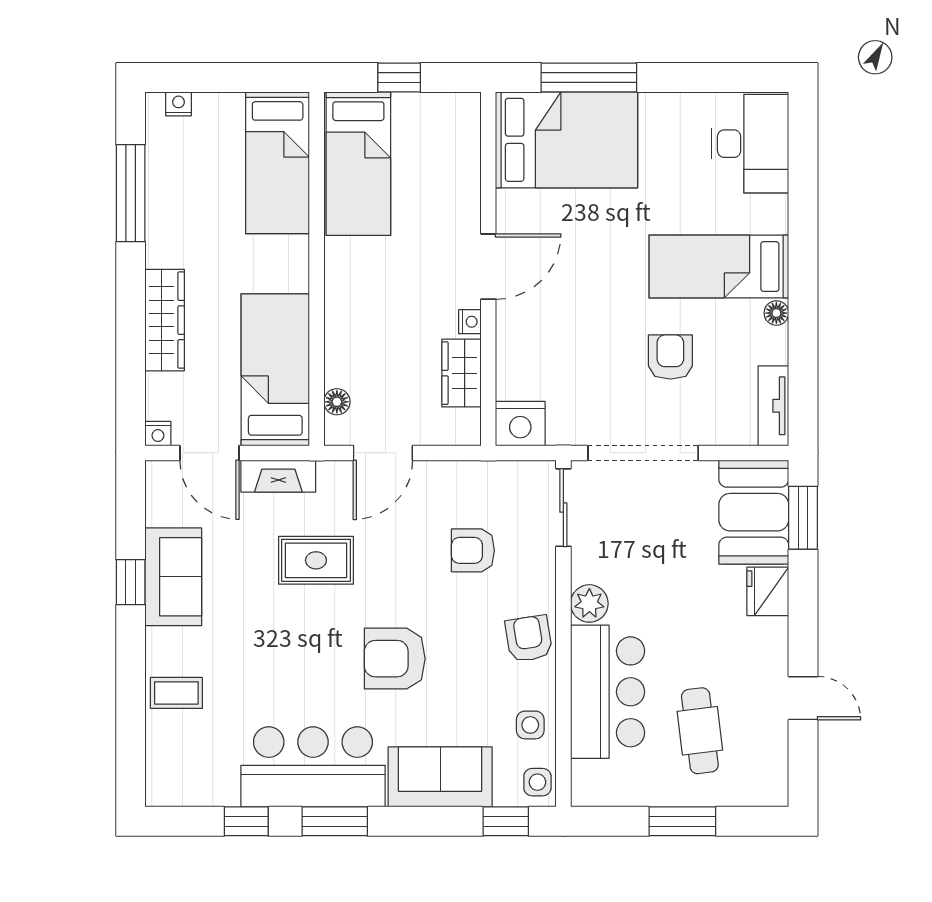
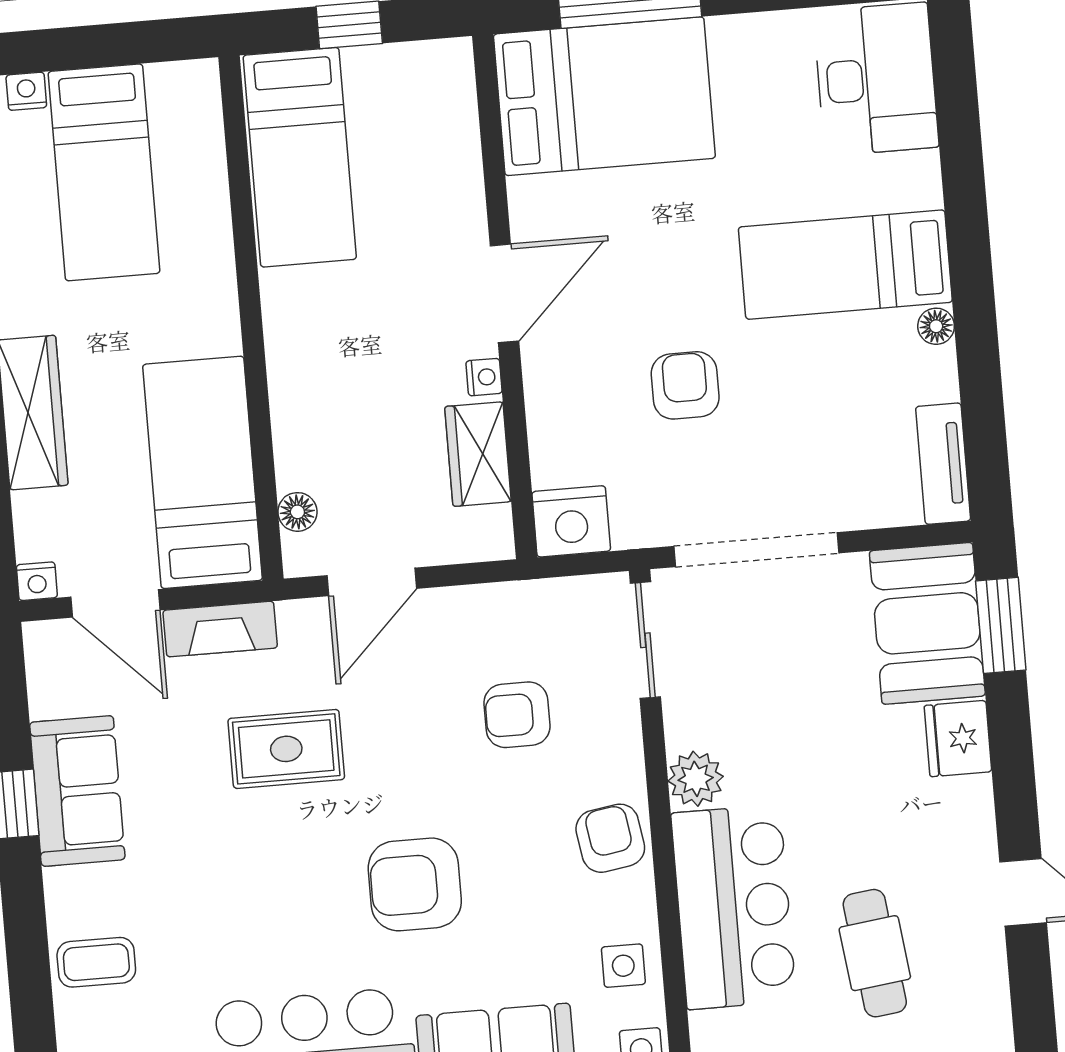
bed: (278, 163) -> (104, 172), moved
armchair: (670, 357) -> (685, 385), moved

